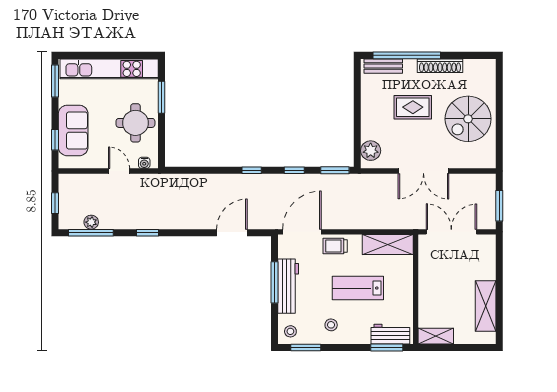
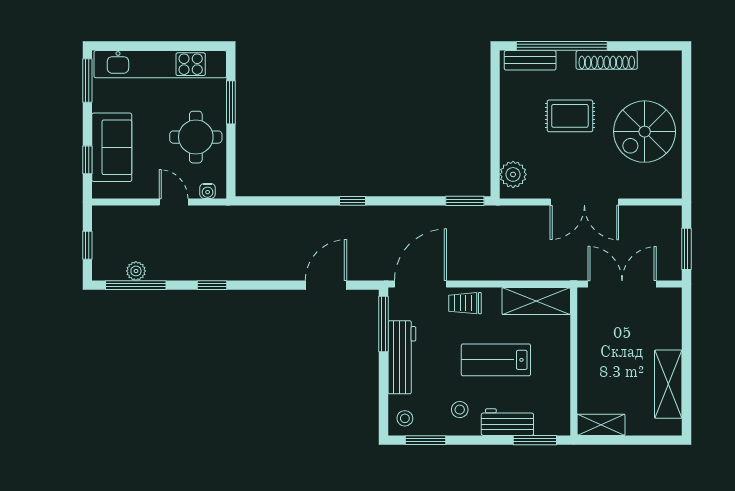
window: (294, 170) -> (410, 201), removed
window: (275, 282) -> (383, 324), moved
workbench: (390, 334) -> (507, 422), moved

